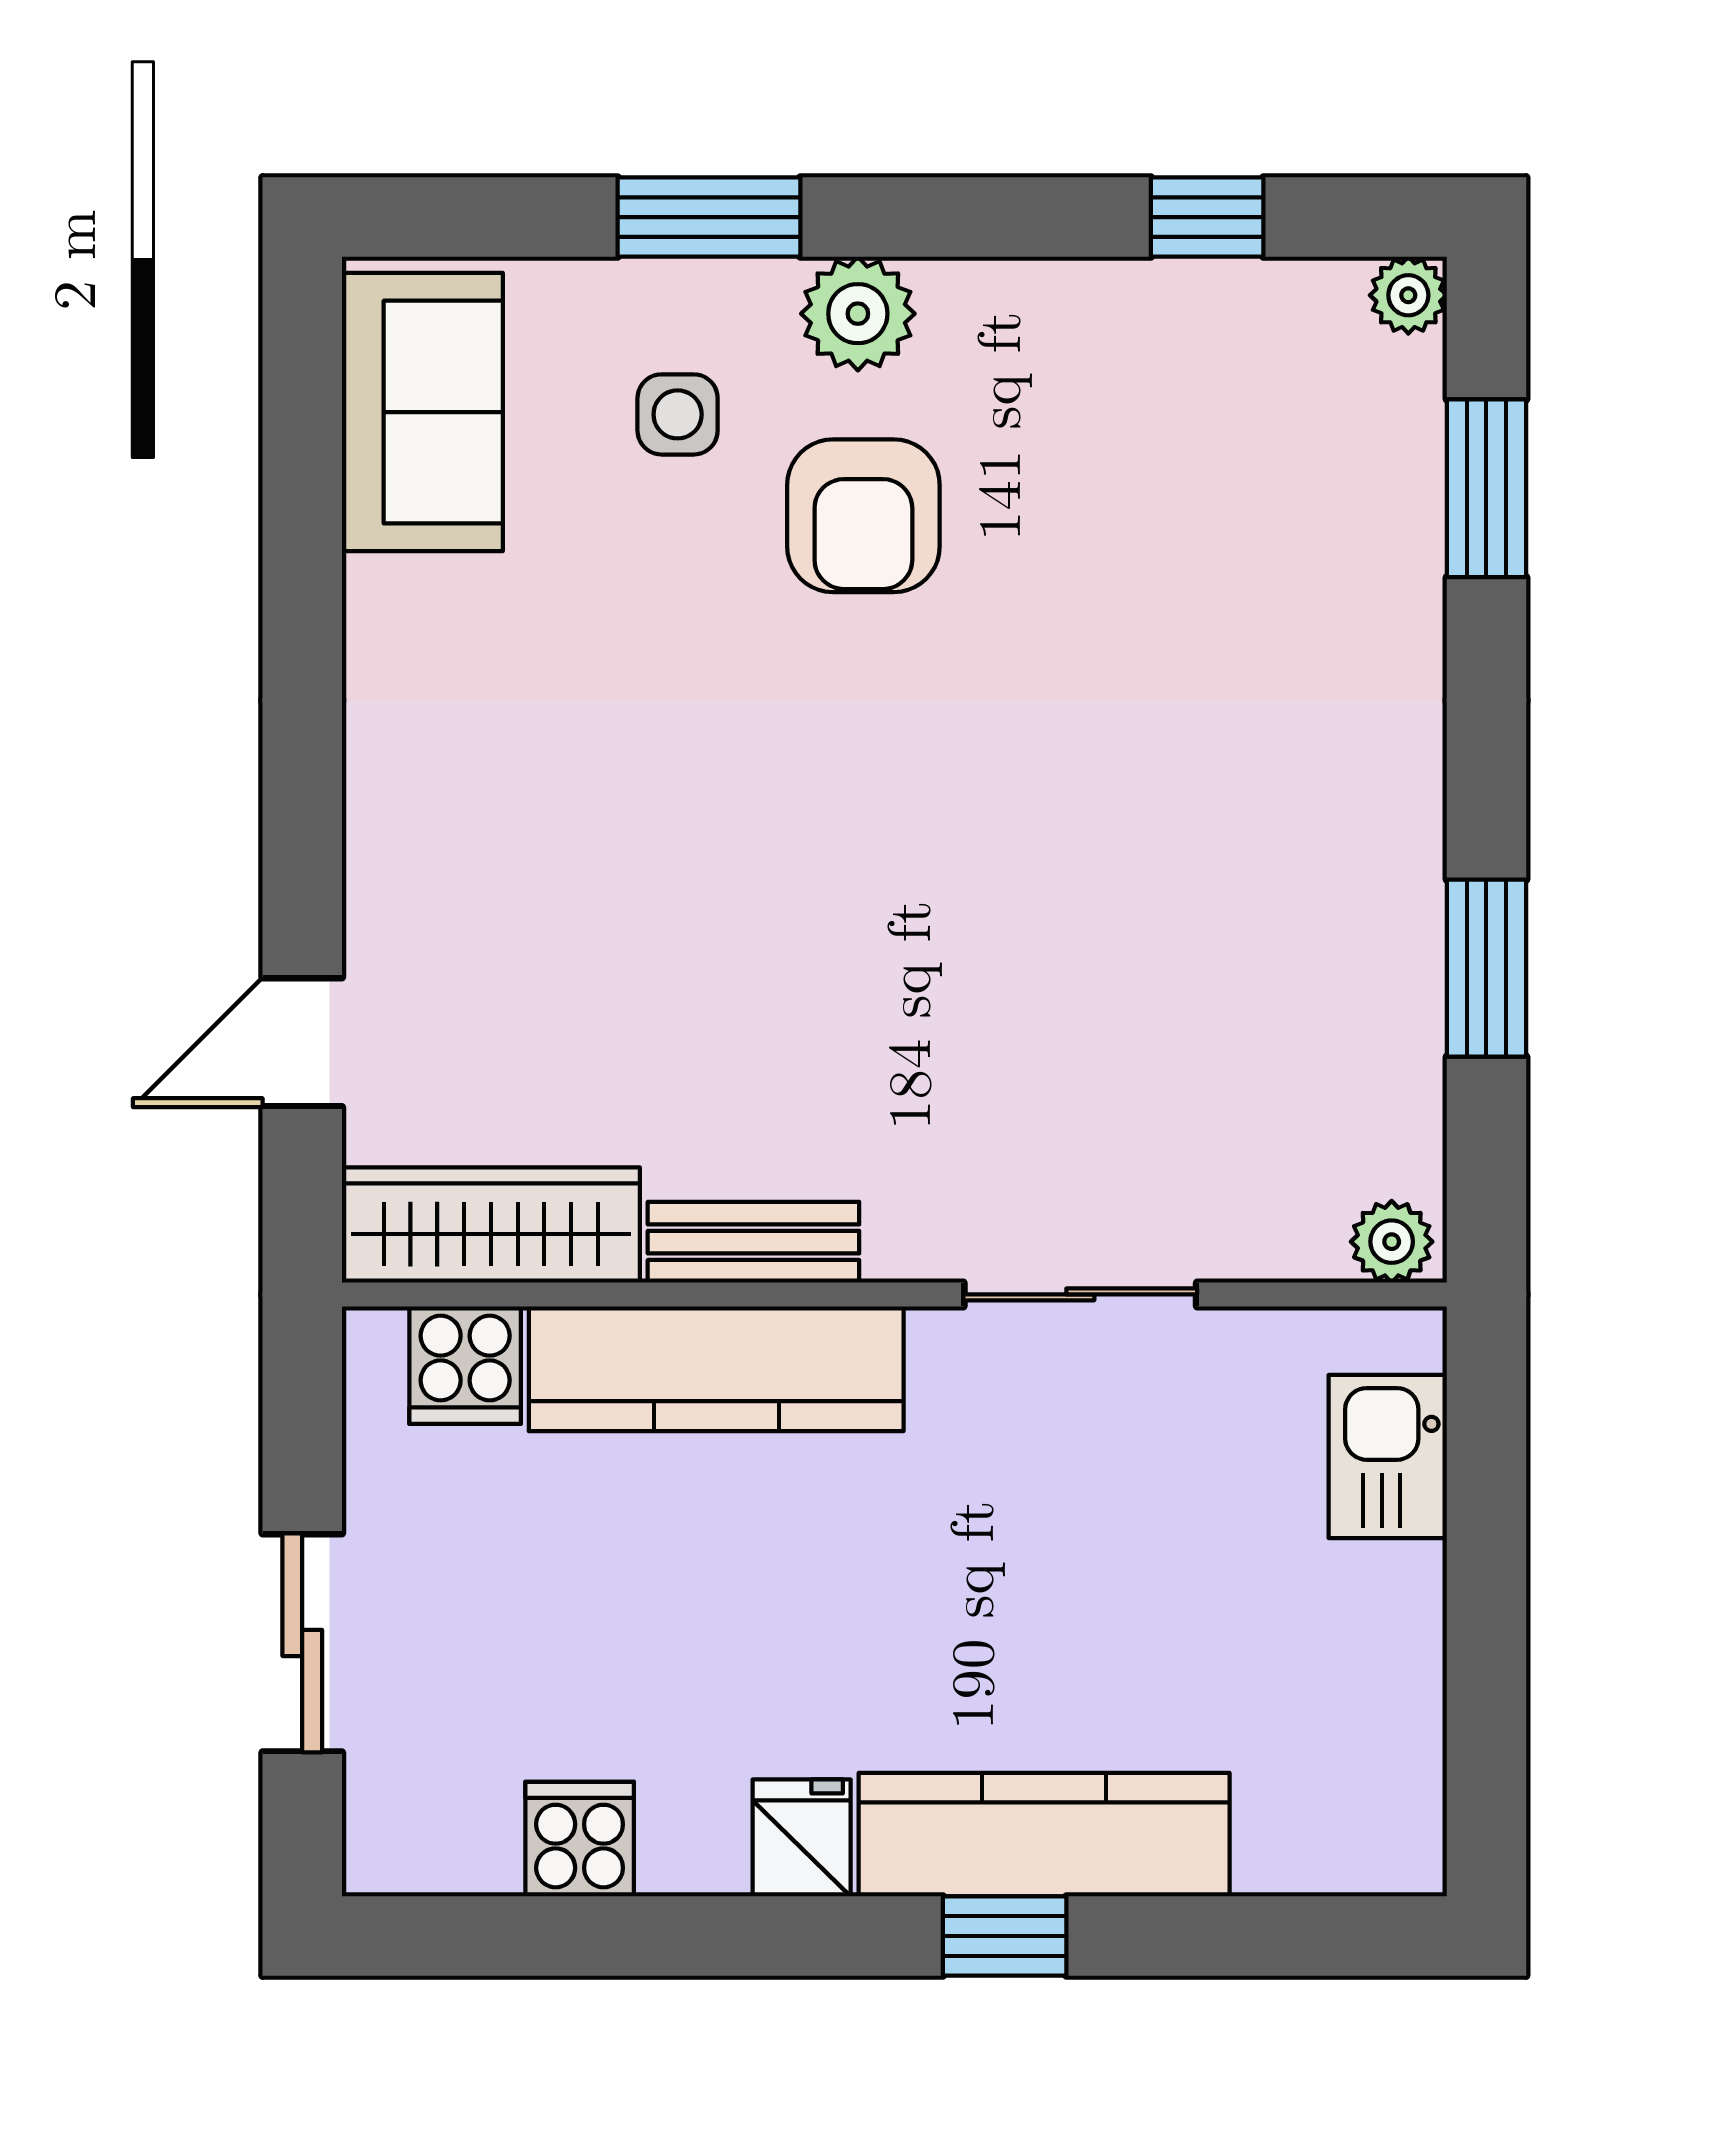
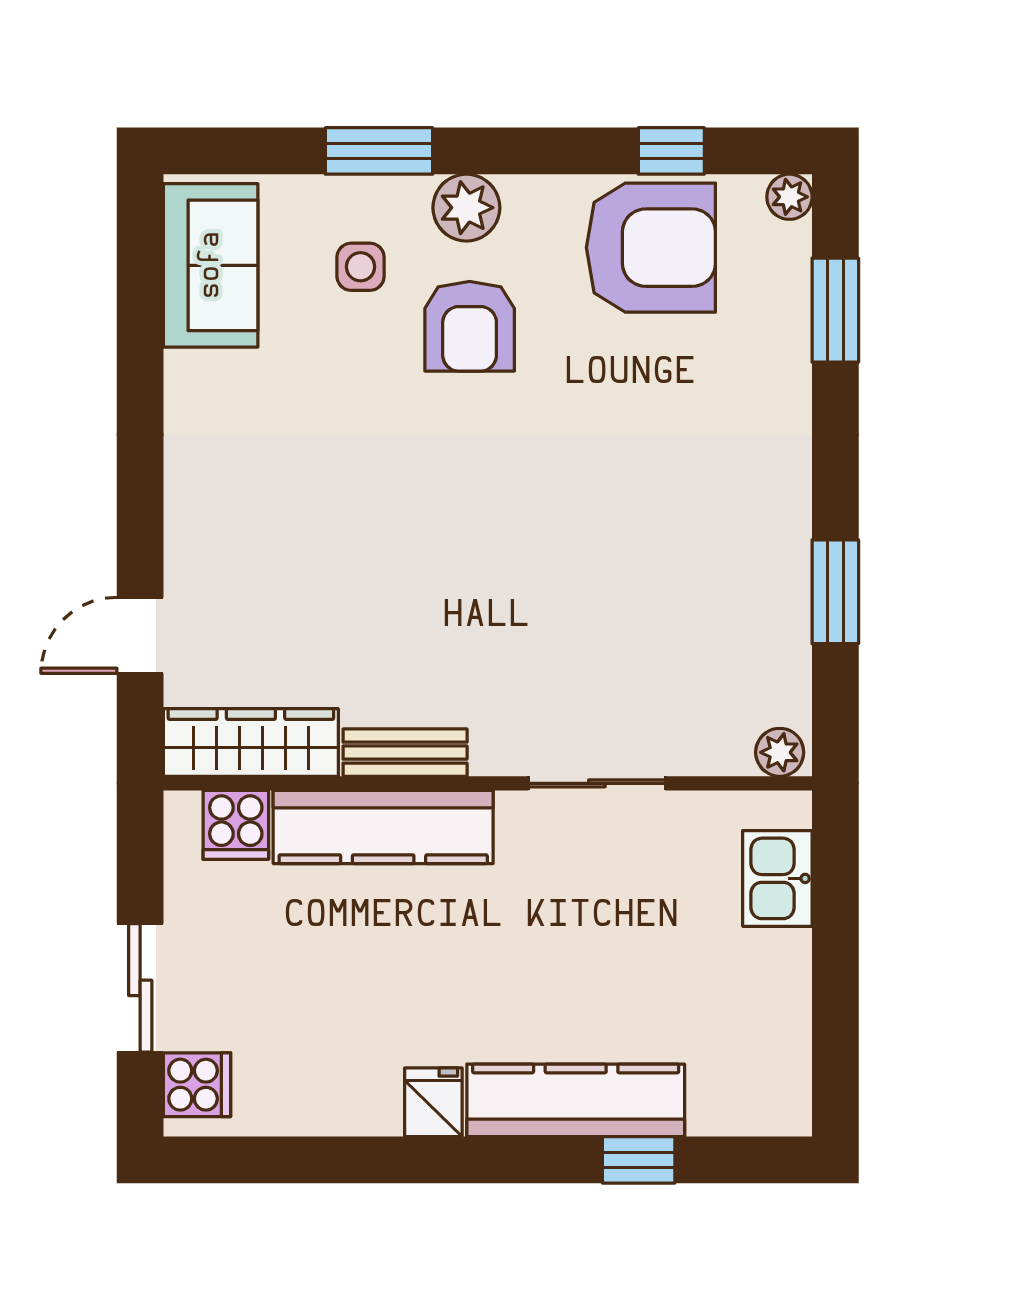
armchair: (1172, 382) -> (651, 248), added
cooker: (580, 1839) -> (197, 1085), moved, turned 90
window: (1005, 1936) -> (639, 1160), moved

